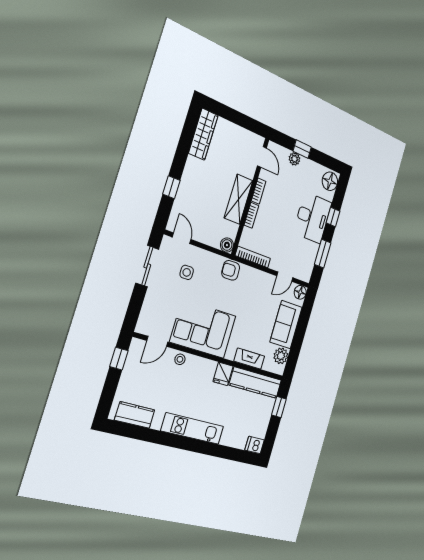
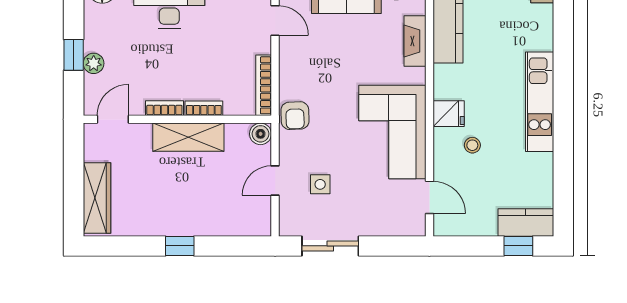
wardrobe: (203, 134) -> (97, 198), moved, turned 90
window: (171, 187) -> (180, 246), moved
door: (182, 238) -> (275, 180), moved
window: (119, 359) -> (518, 246), moved
stool: (180, 359) -> (472, 145), moved
fridge: (223, 374) -> (449, 114), moved
kitchen counter: (135, 415) -> (526, 222), moved, turned 90

